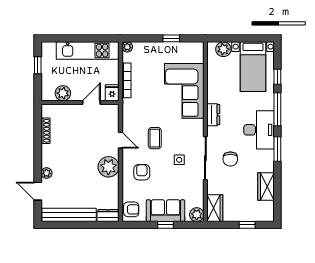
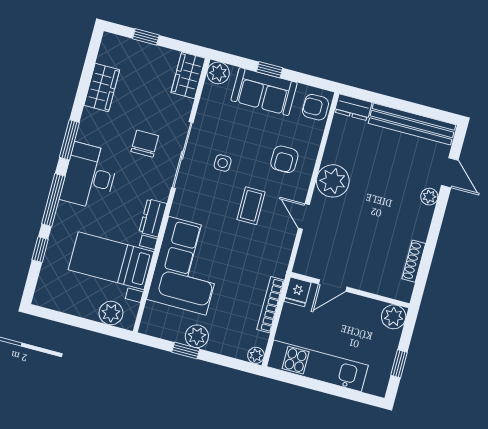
plant: (167, 49) -> (197, 336), added
bed with nightstands: (253, 67) -> (111, 261), moved, turned -90
plant: (63, 93) -> (394, 317), moved

